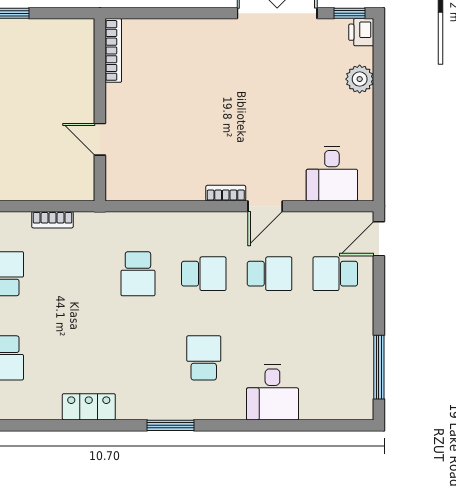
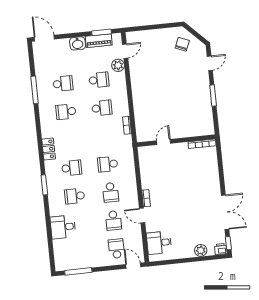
school desk: (138, 358) -> (72, 168), added
school desk: (204, 358) -> (75, 196), turned 180

